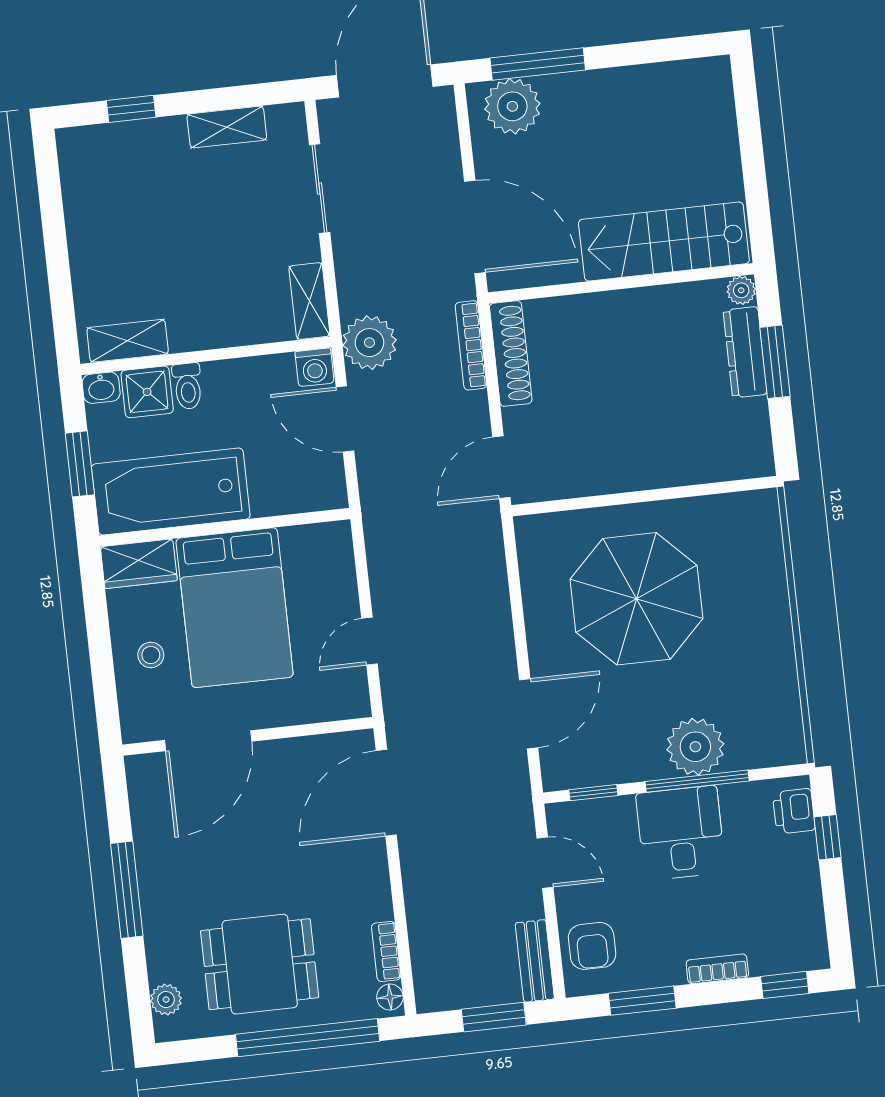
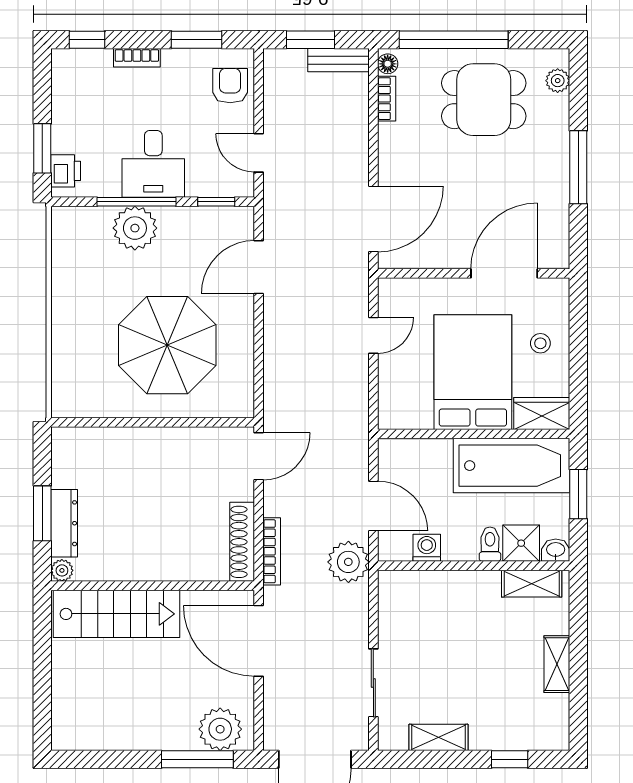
shelving: (309, 301) -> (557, 664), moved
washing machine: (315, 367) -> (427, 548), moved
window: (827, 837) -> (42, 148), width x1.50
bench: (535, 961) -> (338, 60), moved, turned 90

